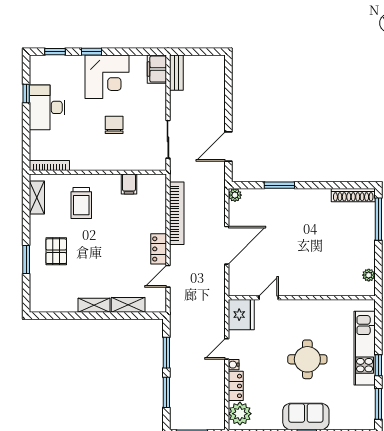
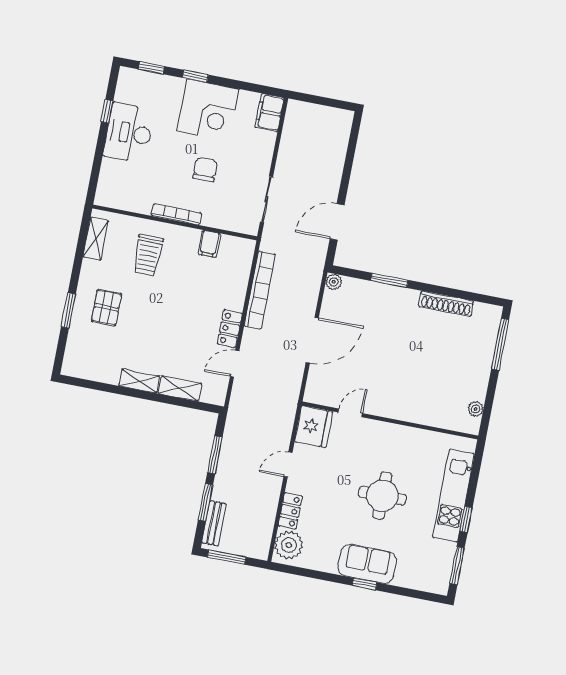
bench: (176, 73) -> (214, 523), moved
bookcase: (49, 165) -> (176, 214), moved
shoe rack: (353, 195) -> (446, 304), moved
water cooler: (234, 365) -> (293, 485), removed

